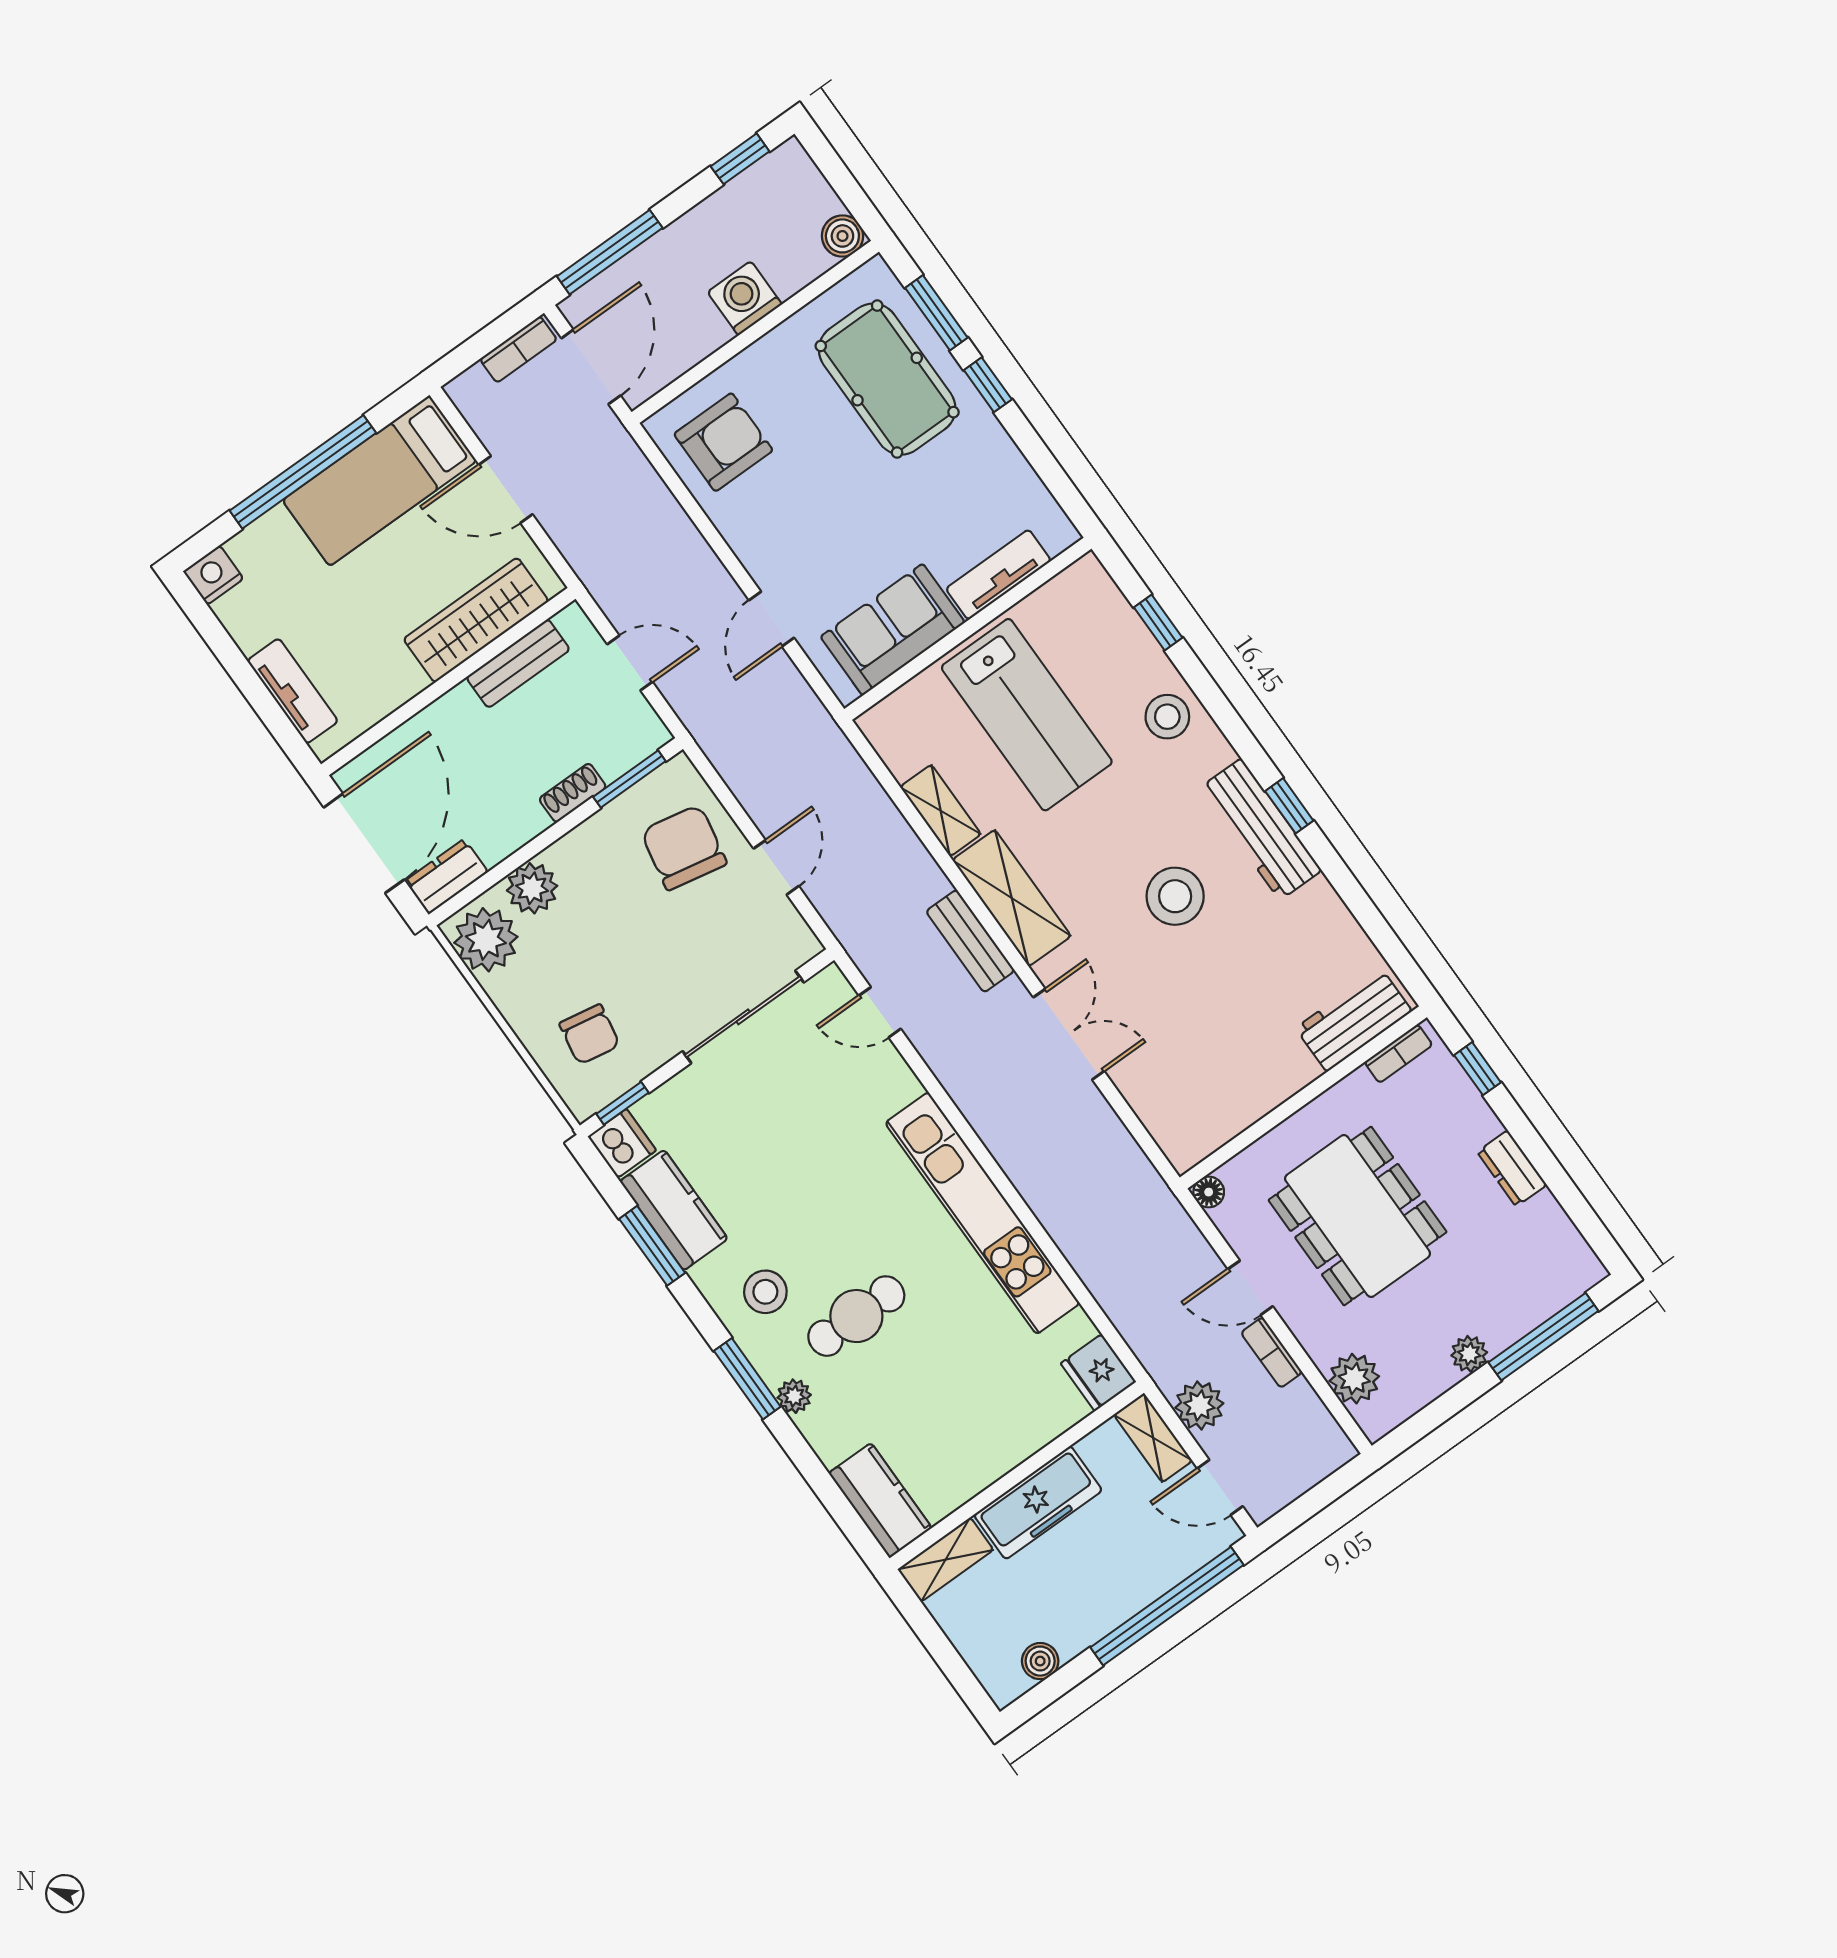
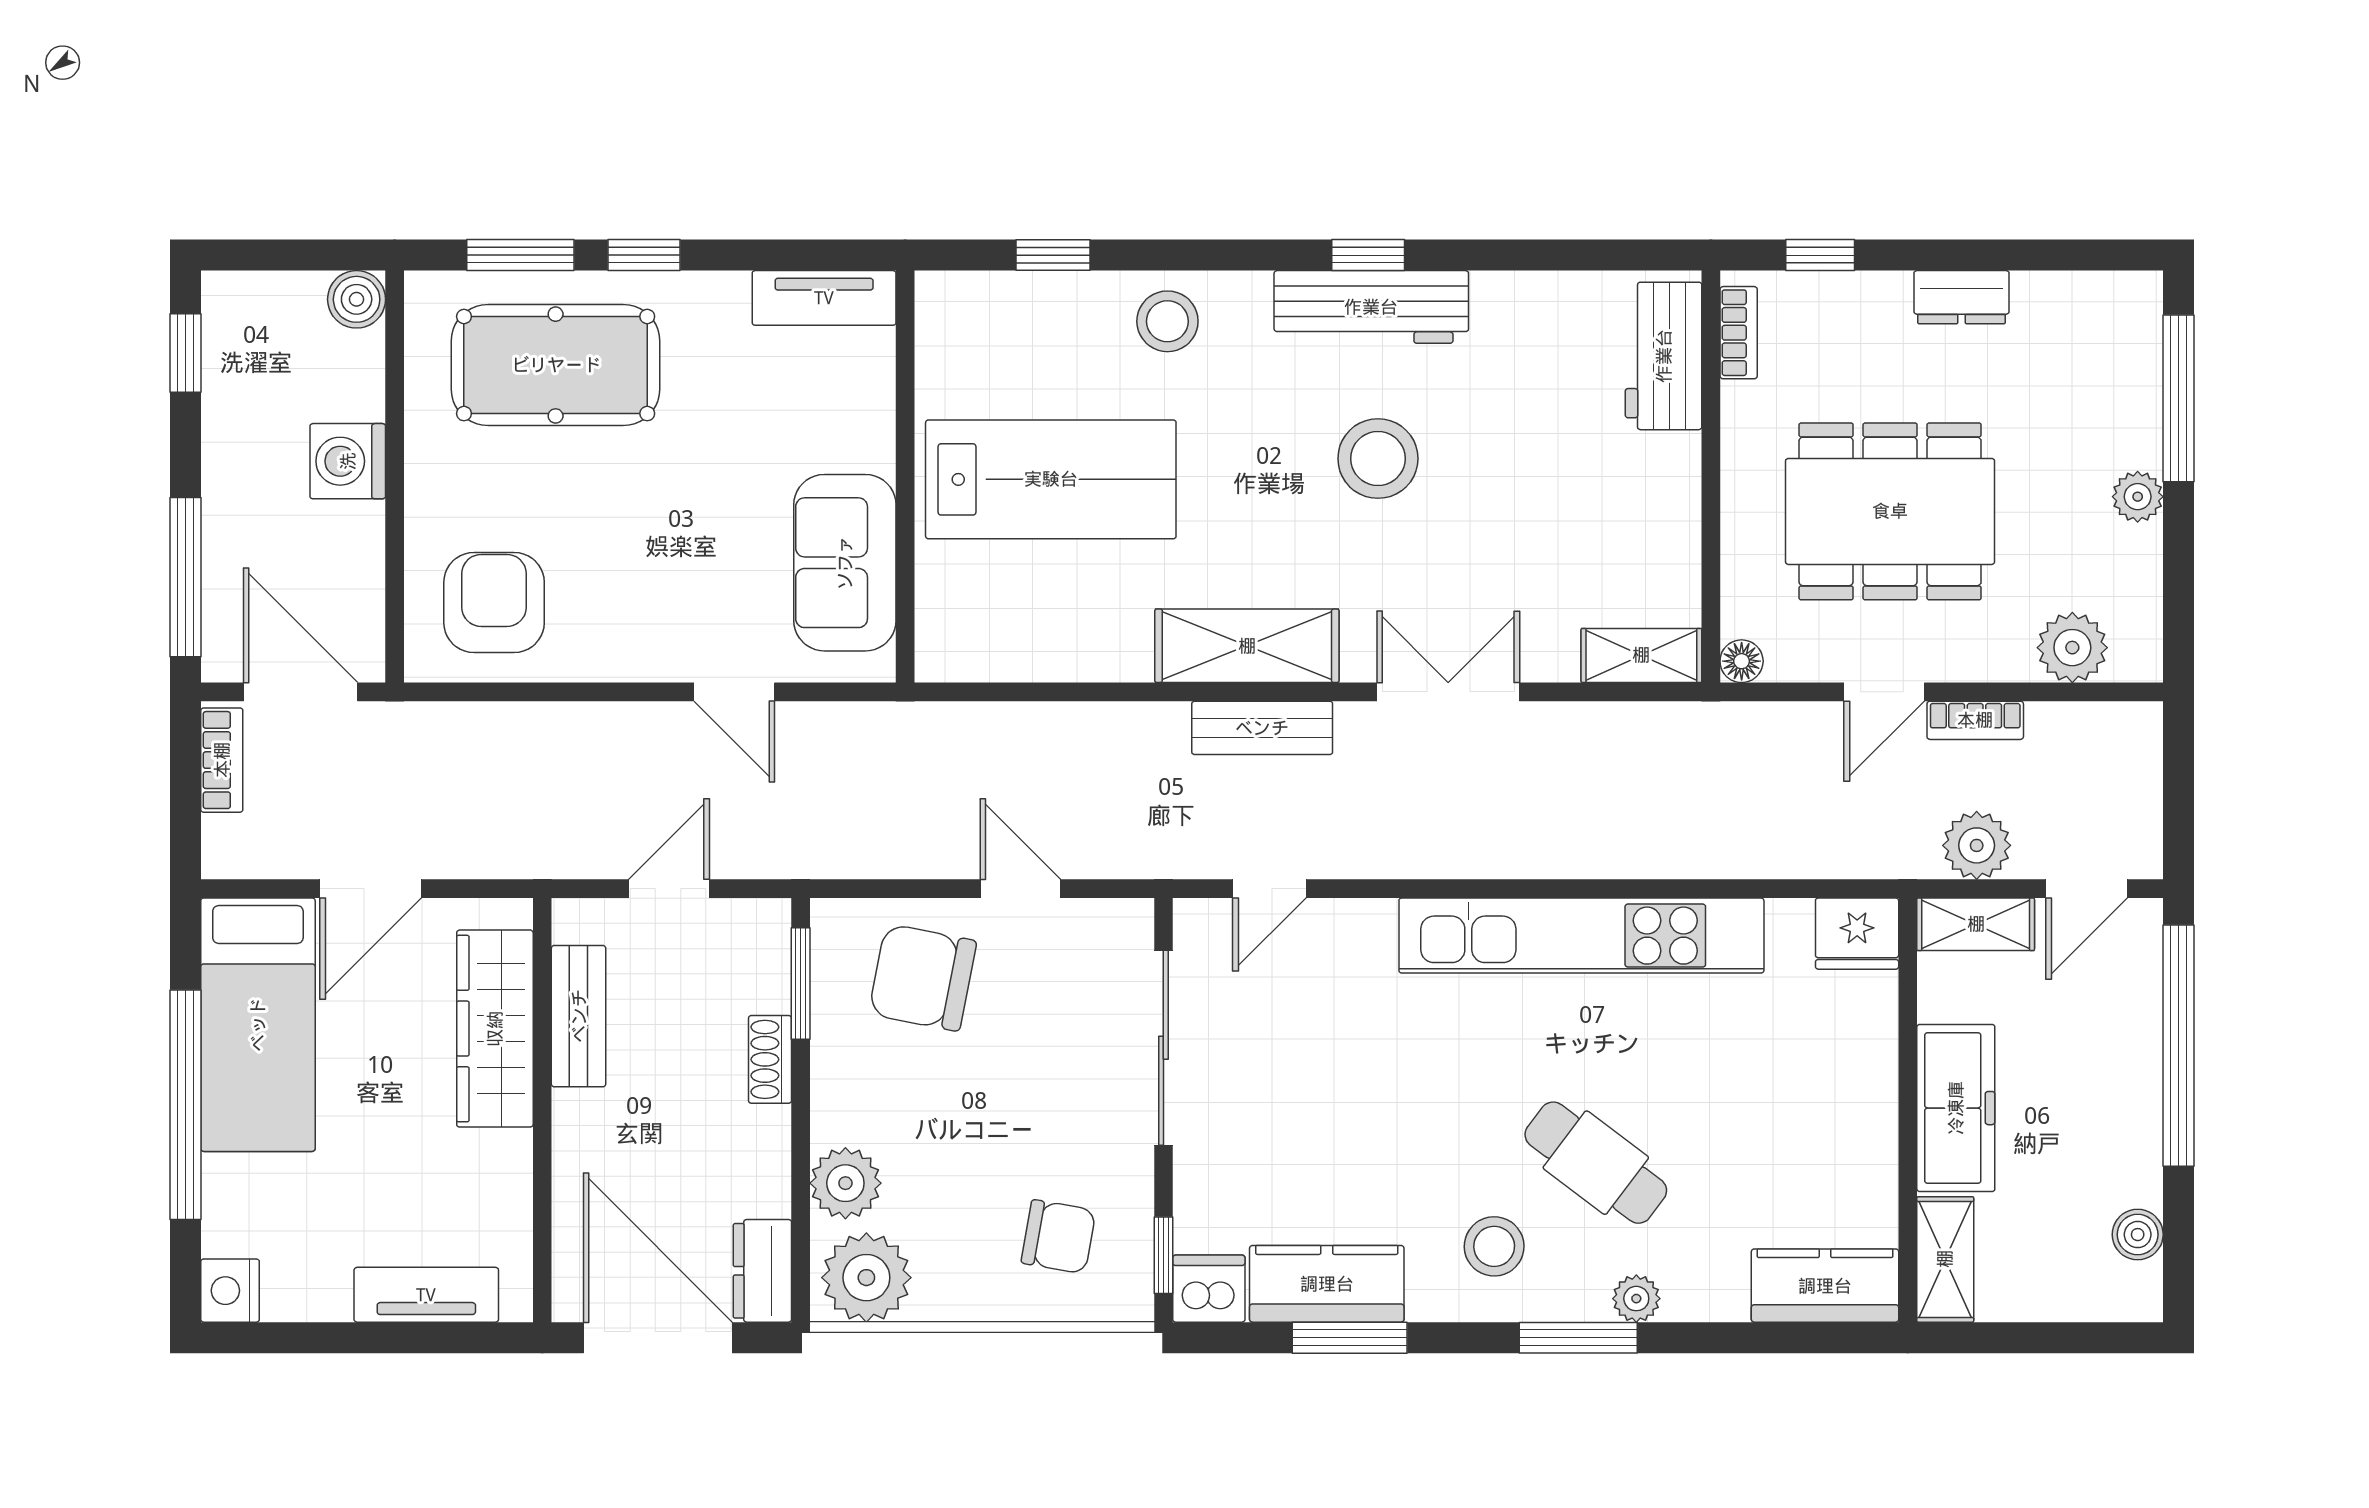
tv unit: (998, 575) -> (824, 298), moved, turned -90
shelving: (941, 811) -> (1641, 655), moved
cafe table: (856, 1316) -> (1596, 1163), turned -53

